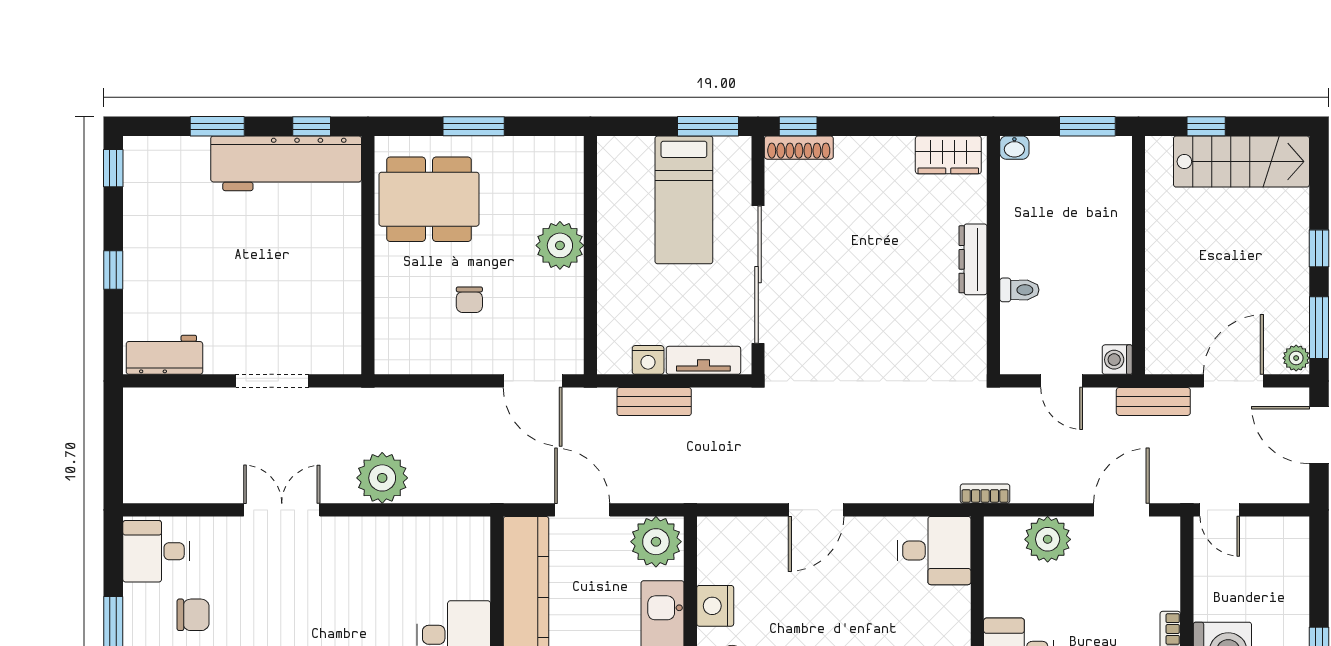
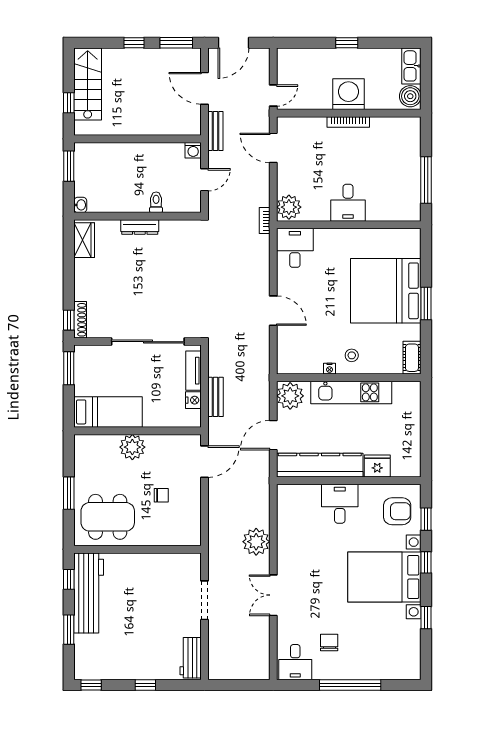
dining table: (429, 199) -> (108, 517), turned 90
bed: (684, 200) -> (108, 412), moved
plant: (1296, 358) -> (192, 55), removed
plant: (1048, 539) -> (289, 207), moved
nightstand: (715, 606) -> (330, 369), width x0.53, depth x0.56

